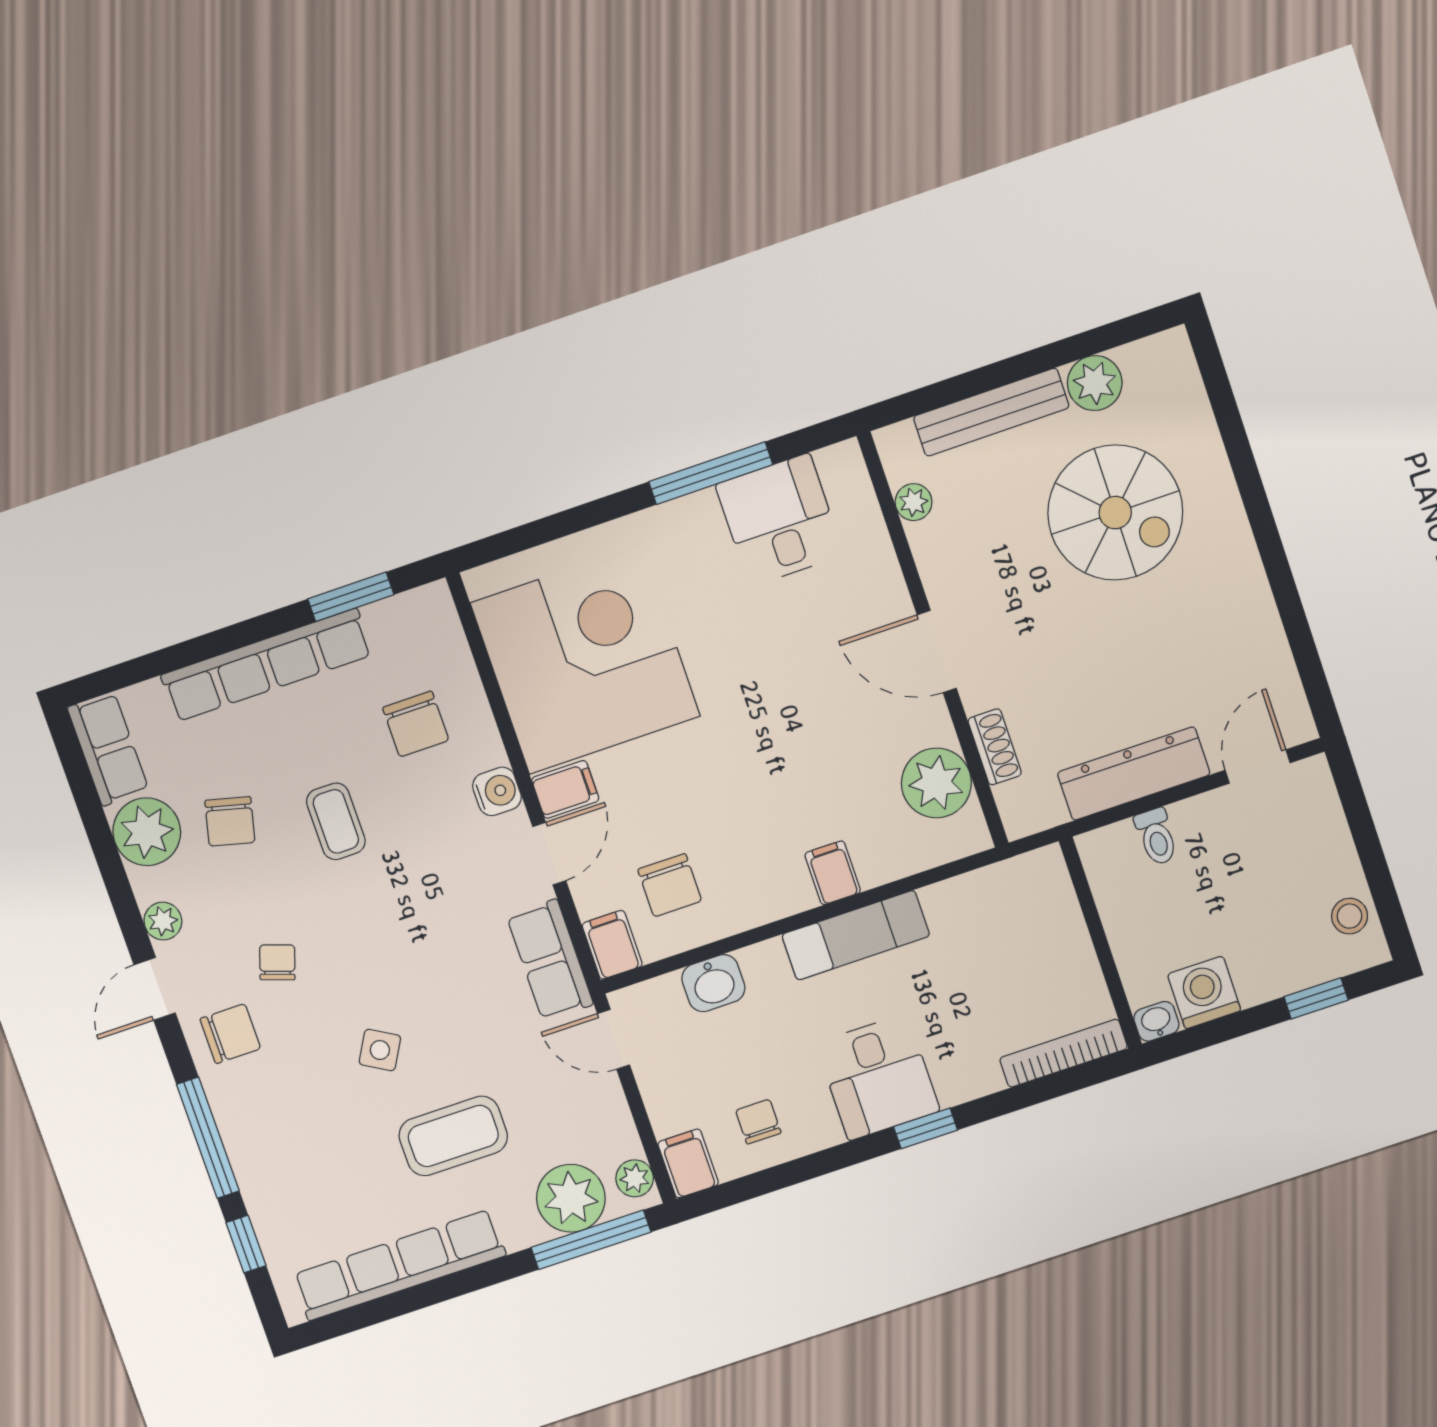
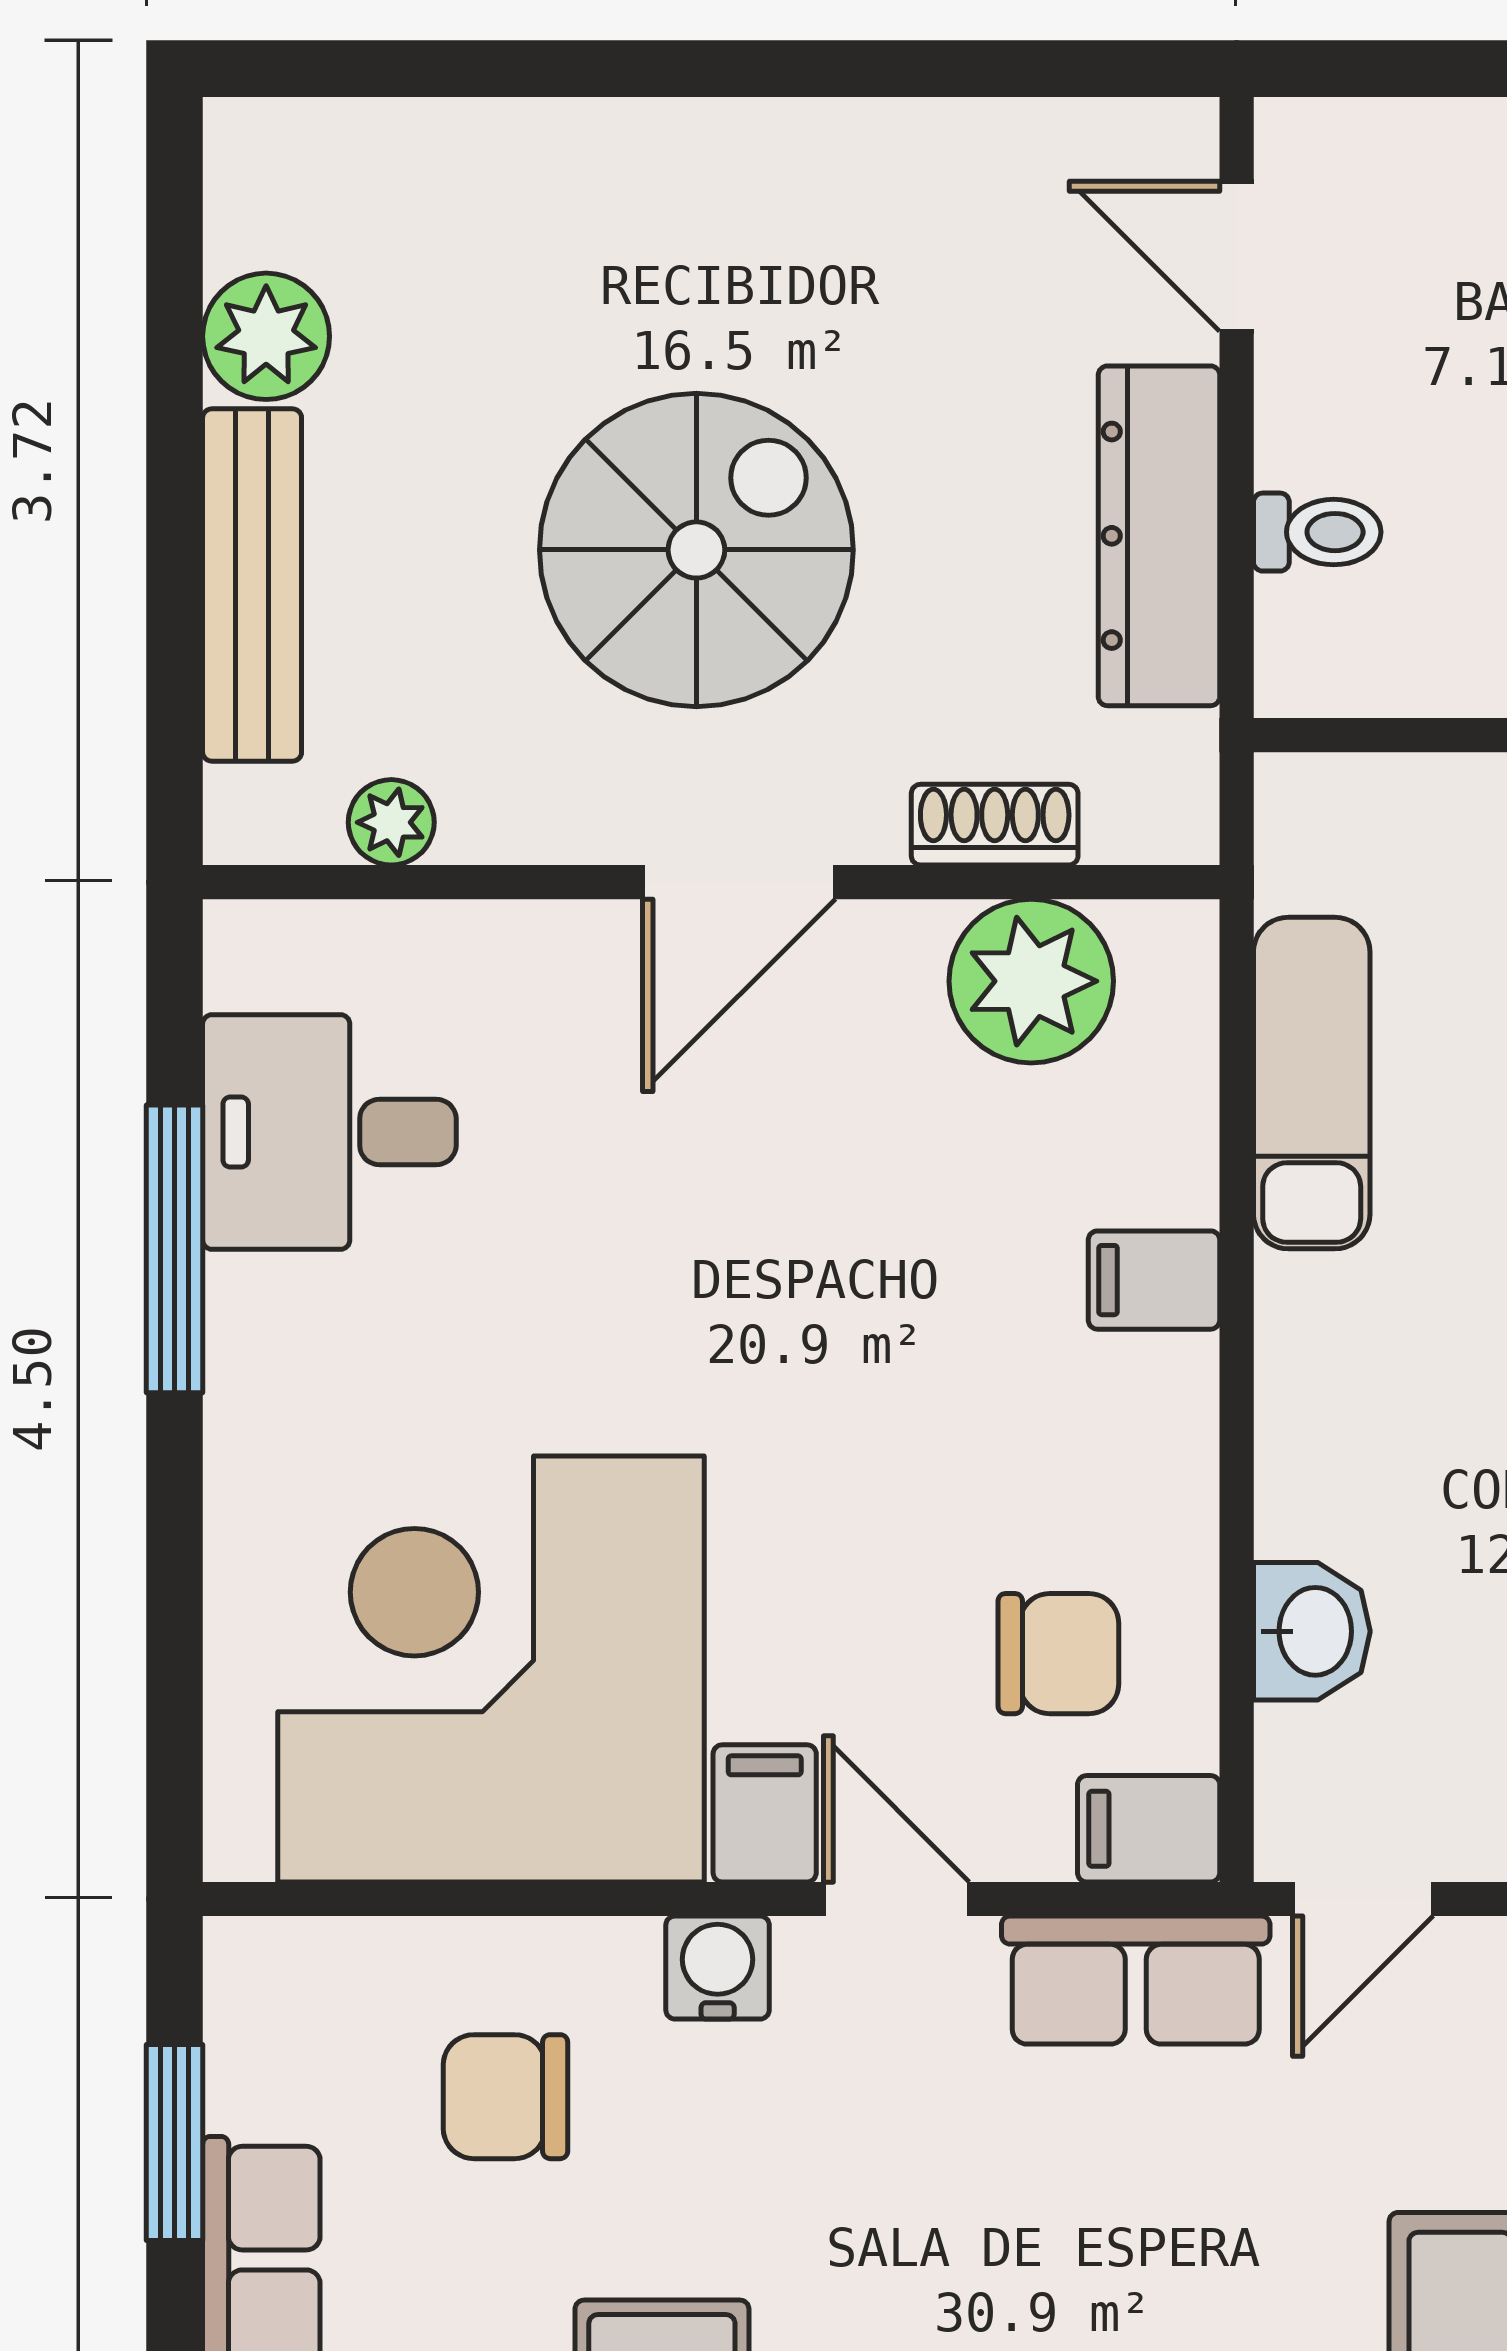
spiral stairs: (1115, 513) -> (696, 550), moved
chair: (416, 724) -> (505, 2097), turned 180
exam couch: (856, 935) -> (1312, 1083), moved

